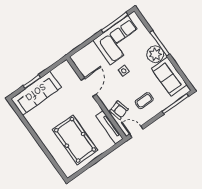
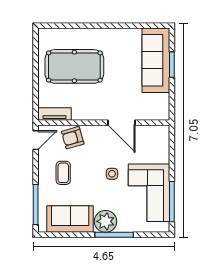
tv unit: (109, 127) -> (55, 114), width x0.71

